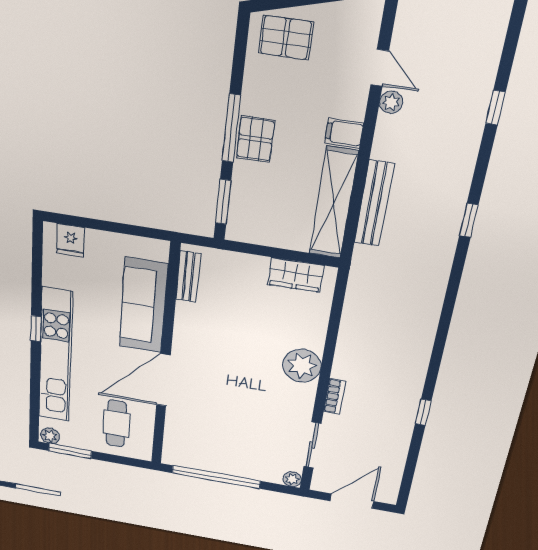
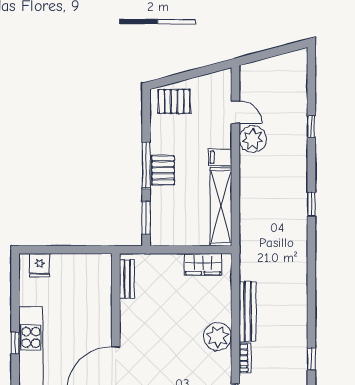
plant: (391, 102) -> (253, 139), width x1.88, depth x1.88
bench: (374, 204) -> (248, 312), moved
sofa: (143, 306) -> (96, 308), removed

